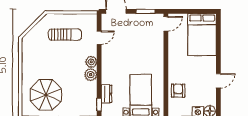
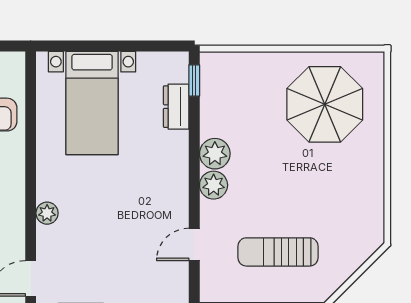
plant: (159, 50) -> (47, 213), added

